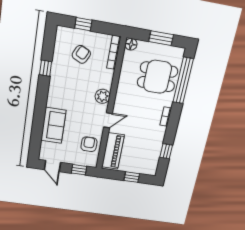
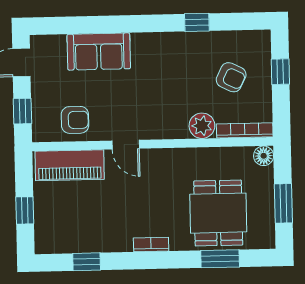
window: (183, 81) -> (220, 259), width x0.47
plant: (103, 96) -> (202, 126), moved

